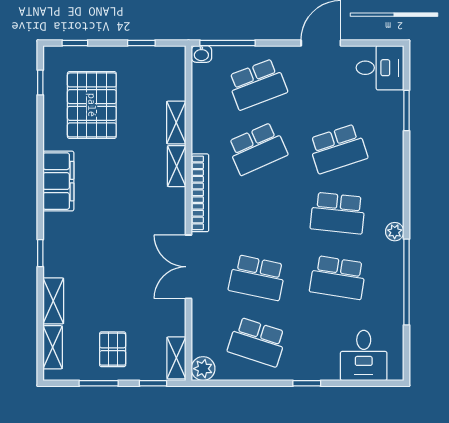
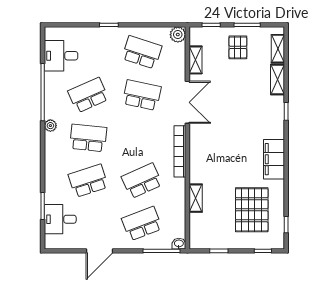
desk: (380, 68) -> (60, 219), moved
shelving: (177, 166) -> (195, 169), removed
school desk: (338, 277) -> (88, 95), turned -33
desk: (364, 355) -> (61, 56), moved, turned -90
shelving: (176, 358) -> (196, 60), moved

